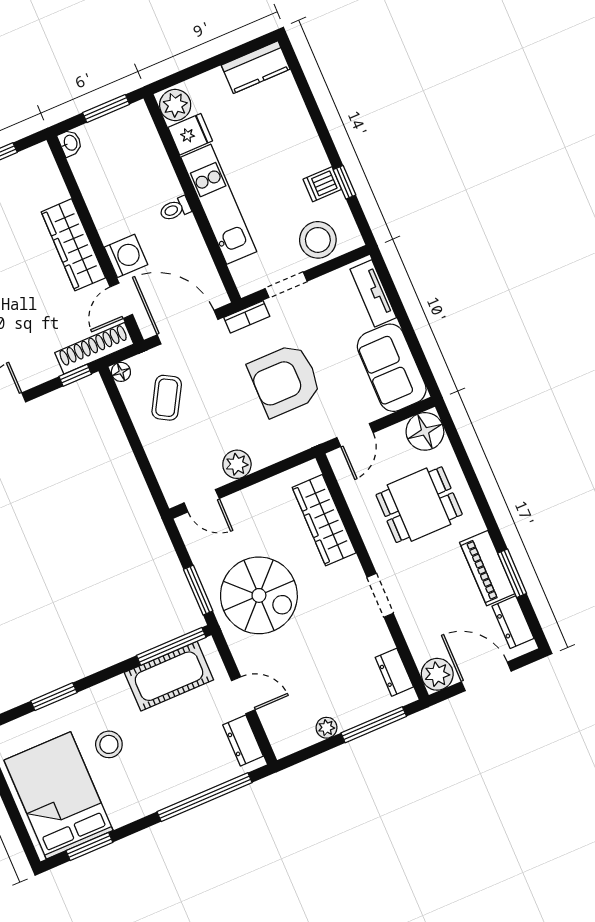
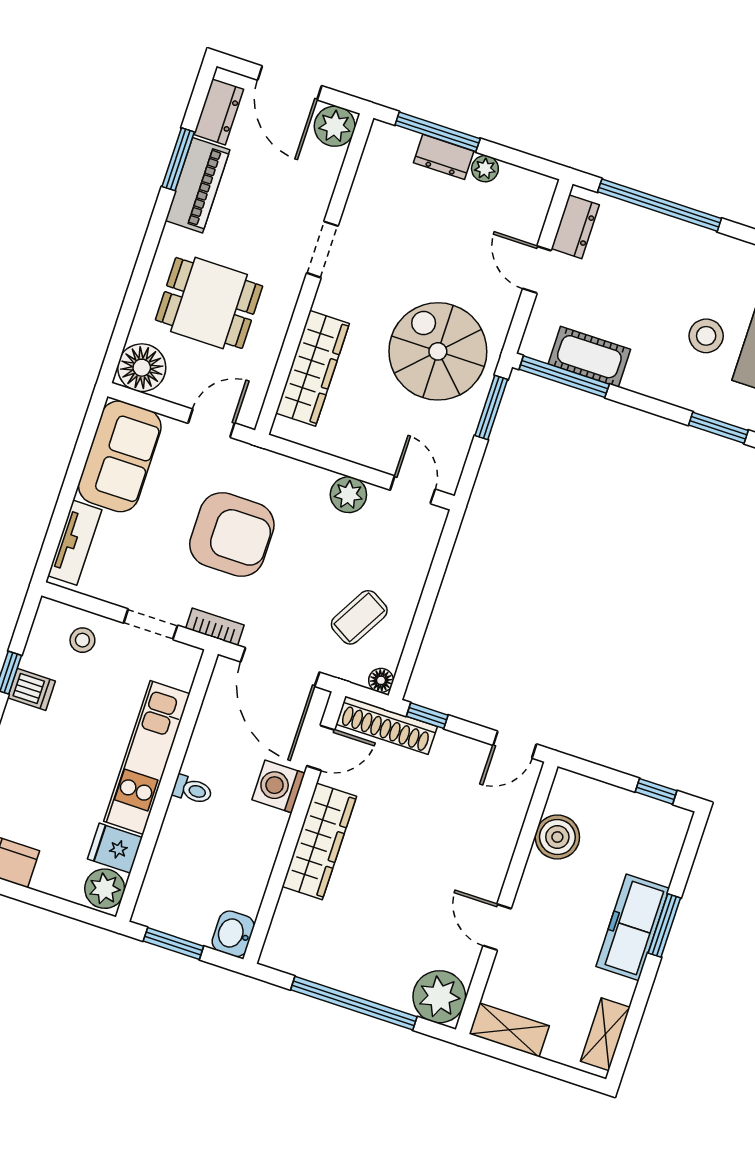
washbasin: (70, 143) -> (233, 934), width x1.38, depth x1.45
stool: (318, 240) -> (82, 640), width x0.53, depth x0.53
dresser: (394, 672) -> (444, 157), moved, turned 90
cot: (169, 676) -> (589, 357), width x0.73, depth x0.75

